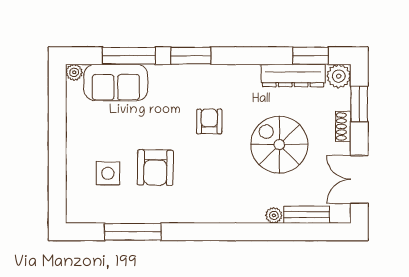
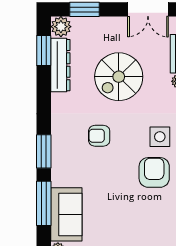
shoe rack: (343, 126) -> (103, 23), removed
armchair: (155, 168) -> (154, 172), moved, turned -91
side table: (108, 173) -> (160, 137), moved

